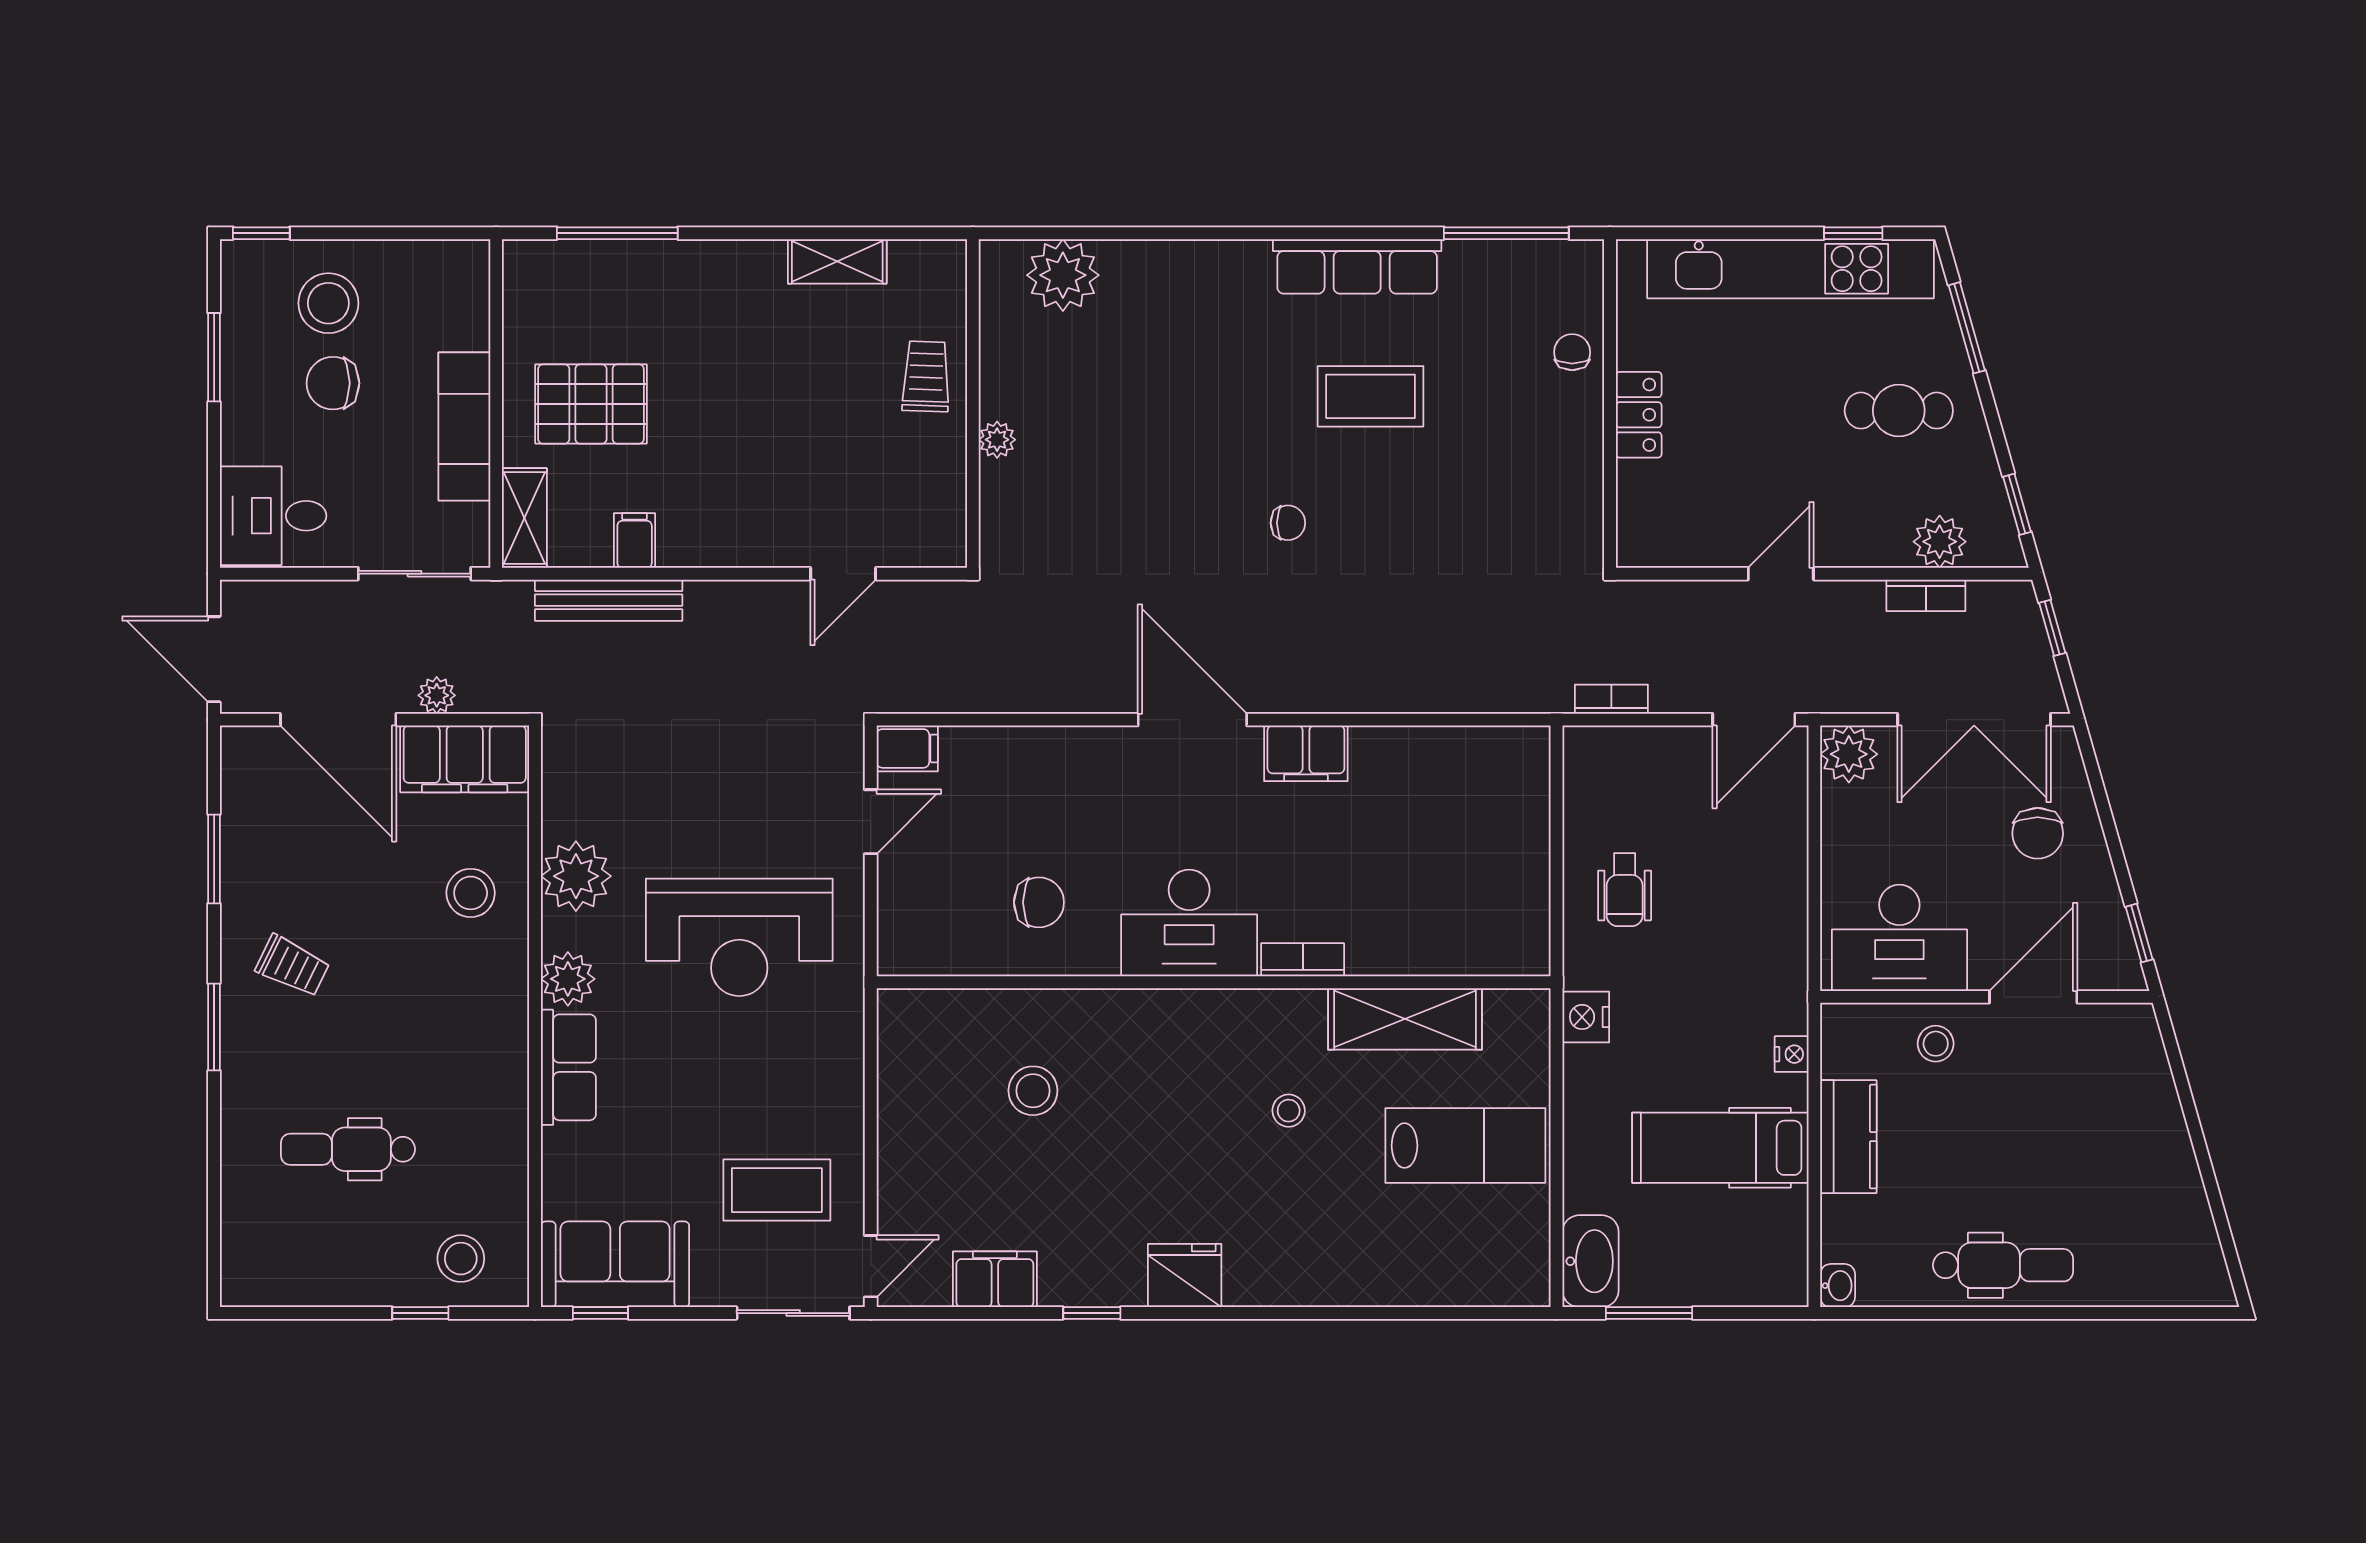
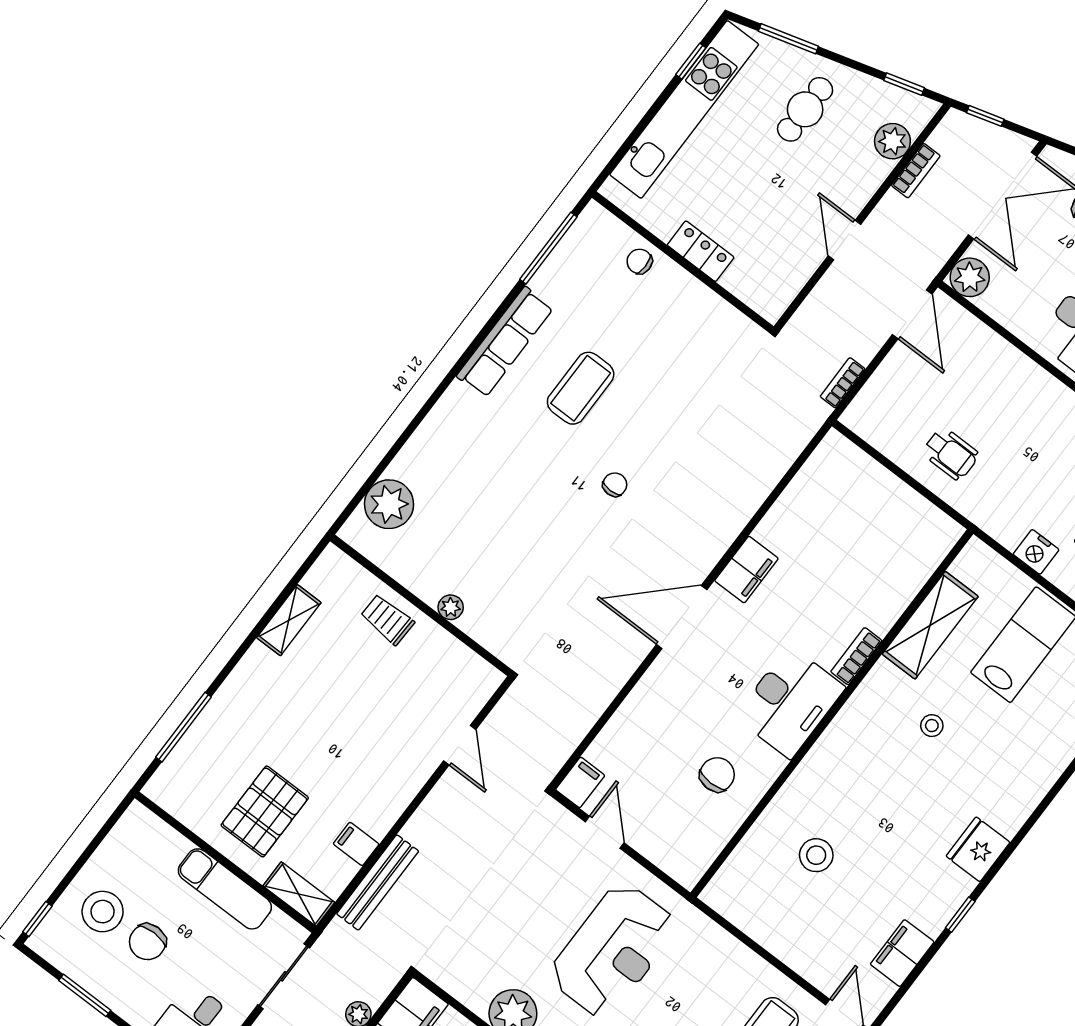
nightstand: (1586, 1017) -> (1036, 552), moved

